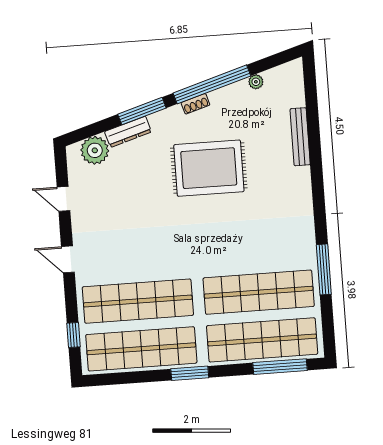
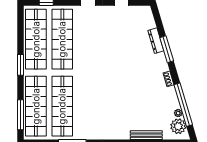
window: (212, 84) -> (183, 105), moved
plant: (95, 150) -> (178, 126), moved
rug: (209, 168) -> (133, 84), removed

